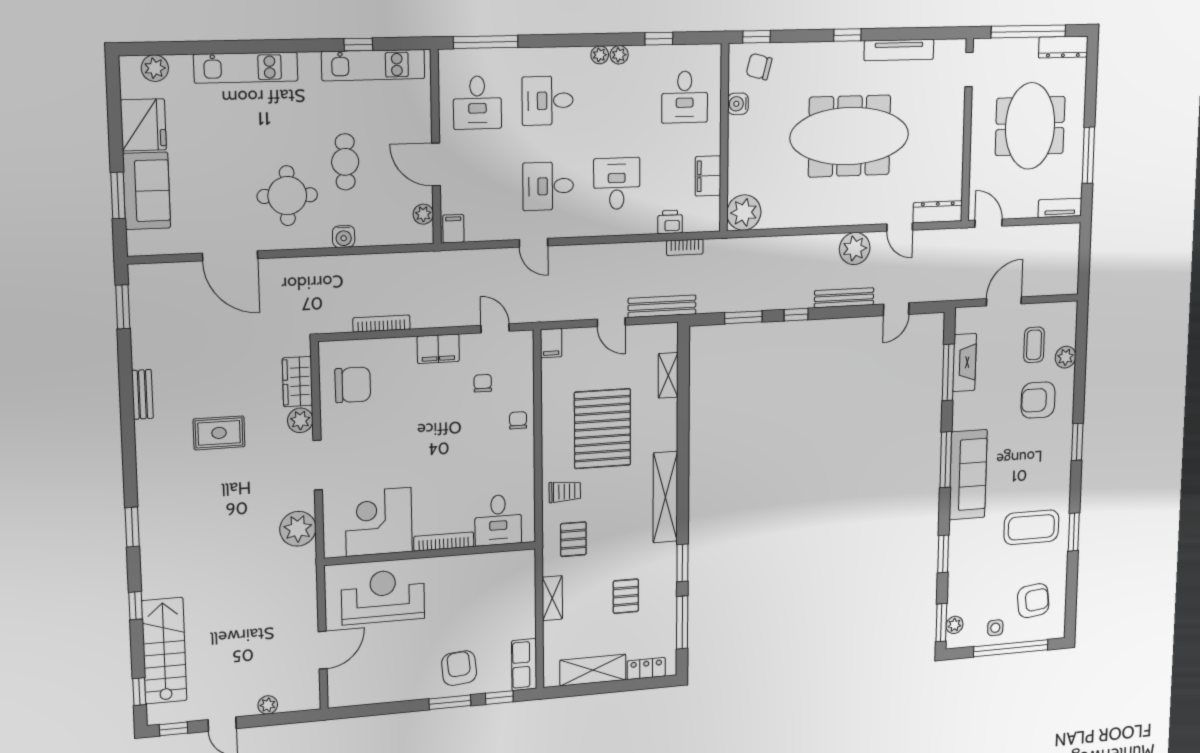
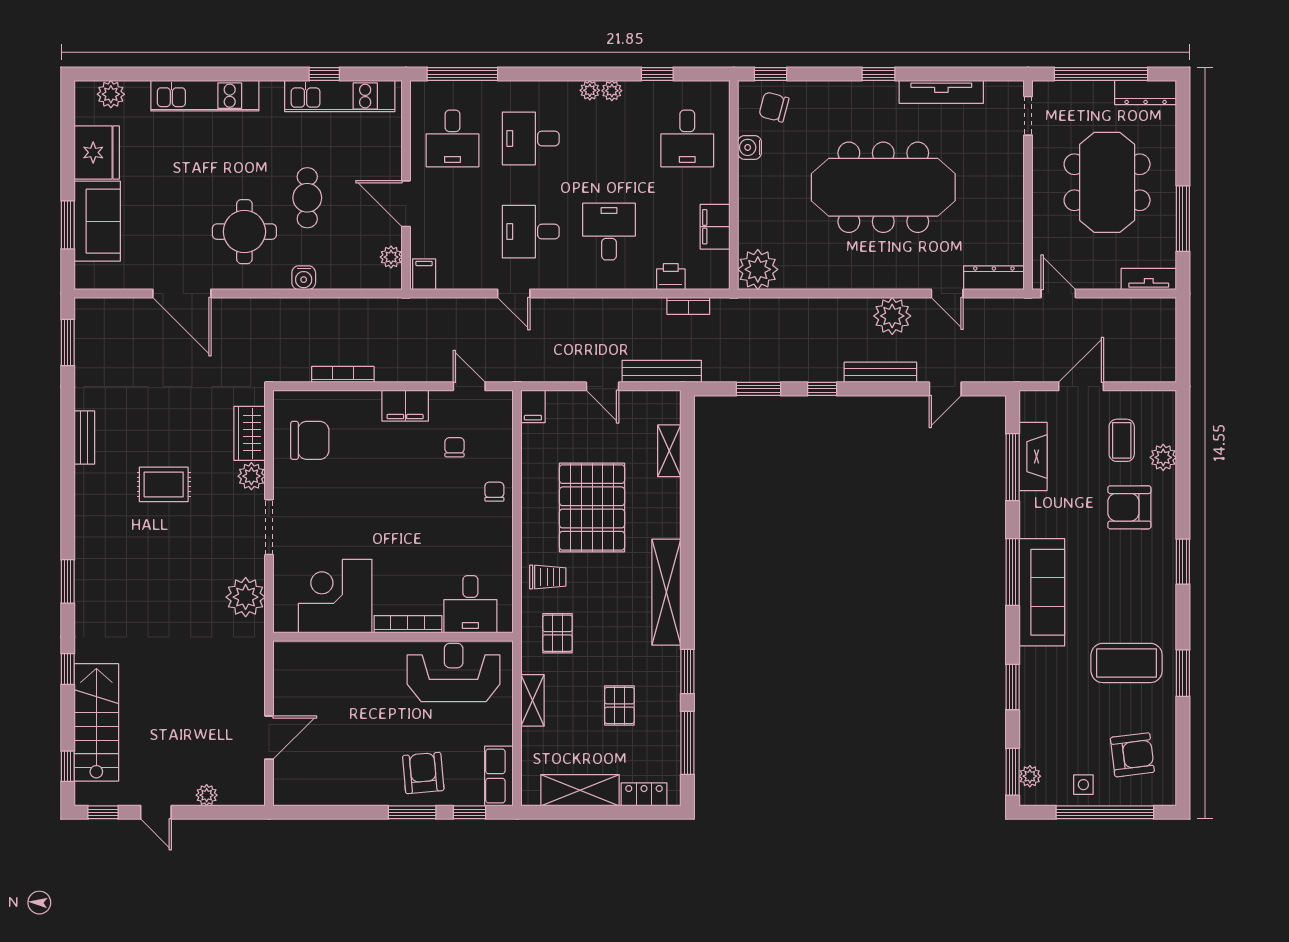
reception desk: (383, 597) -> (454, 672), moved

